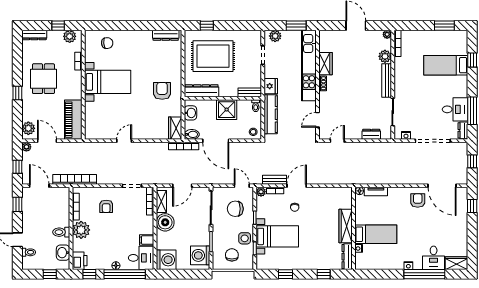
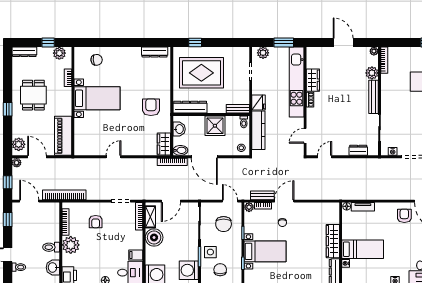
chair: (235, 209) -> (224, 224), turned -90
side table: (245, 238) -> (210, 252), moved

